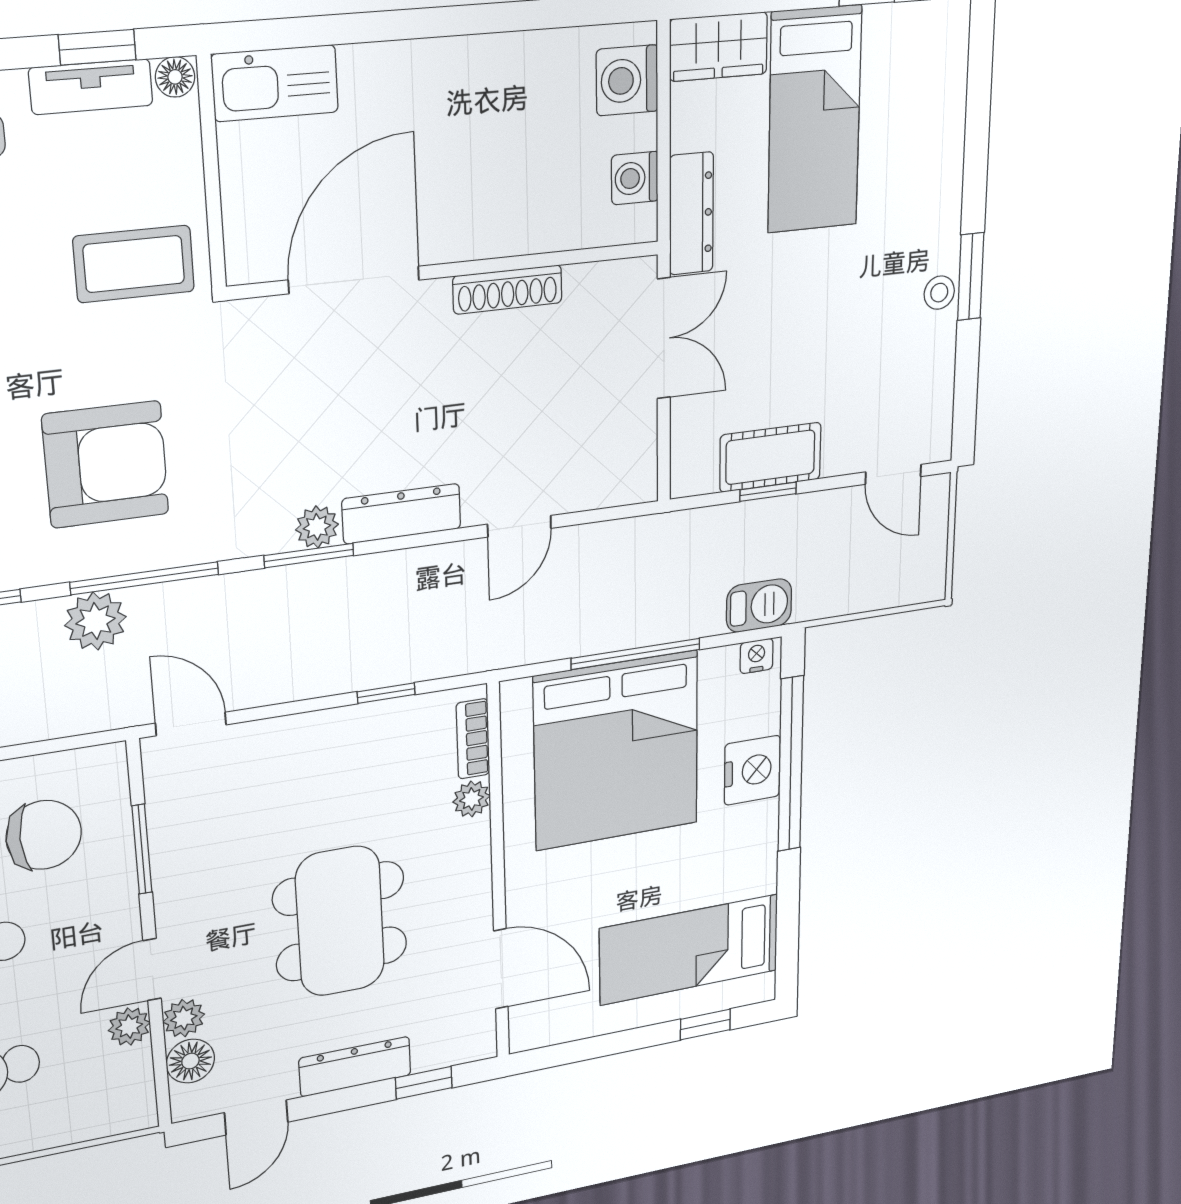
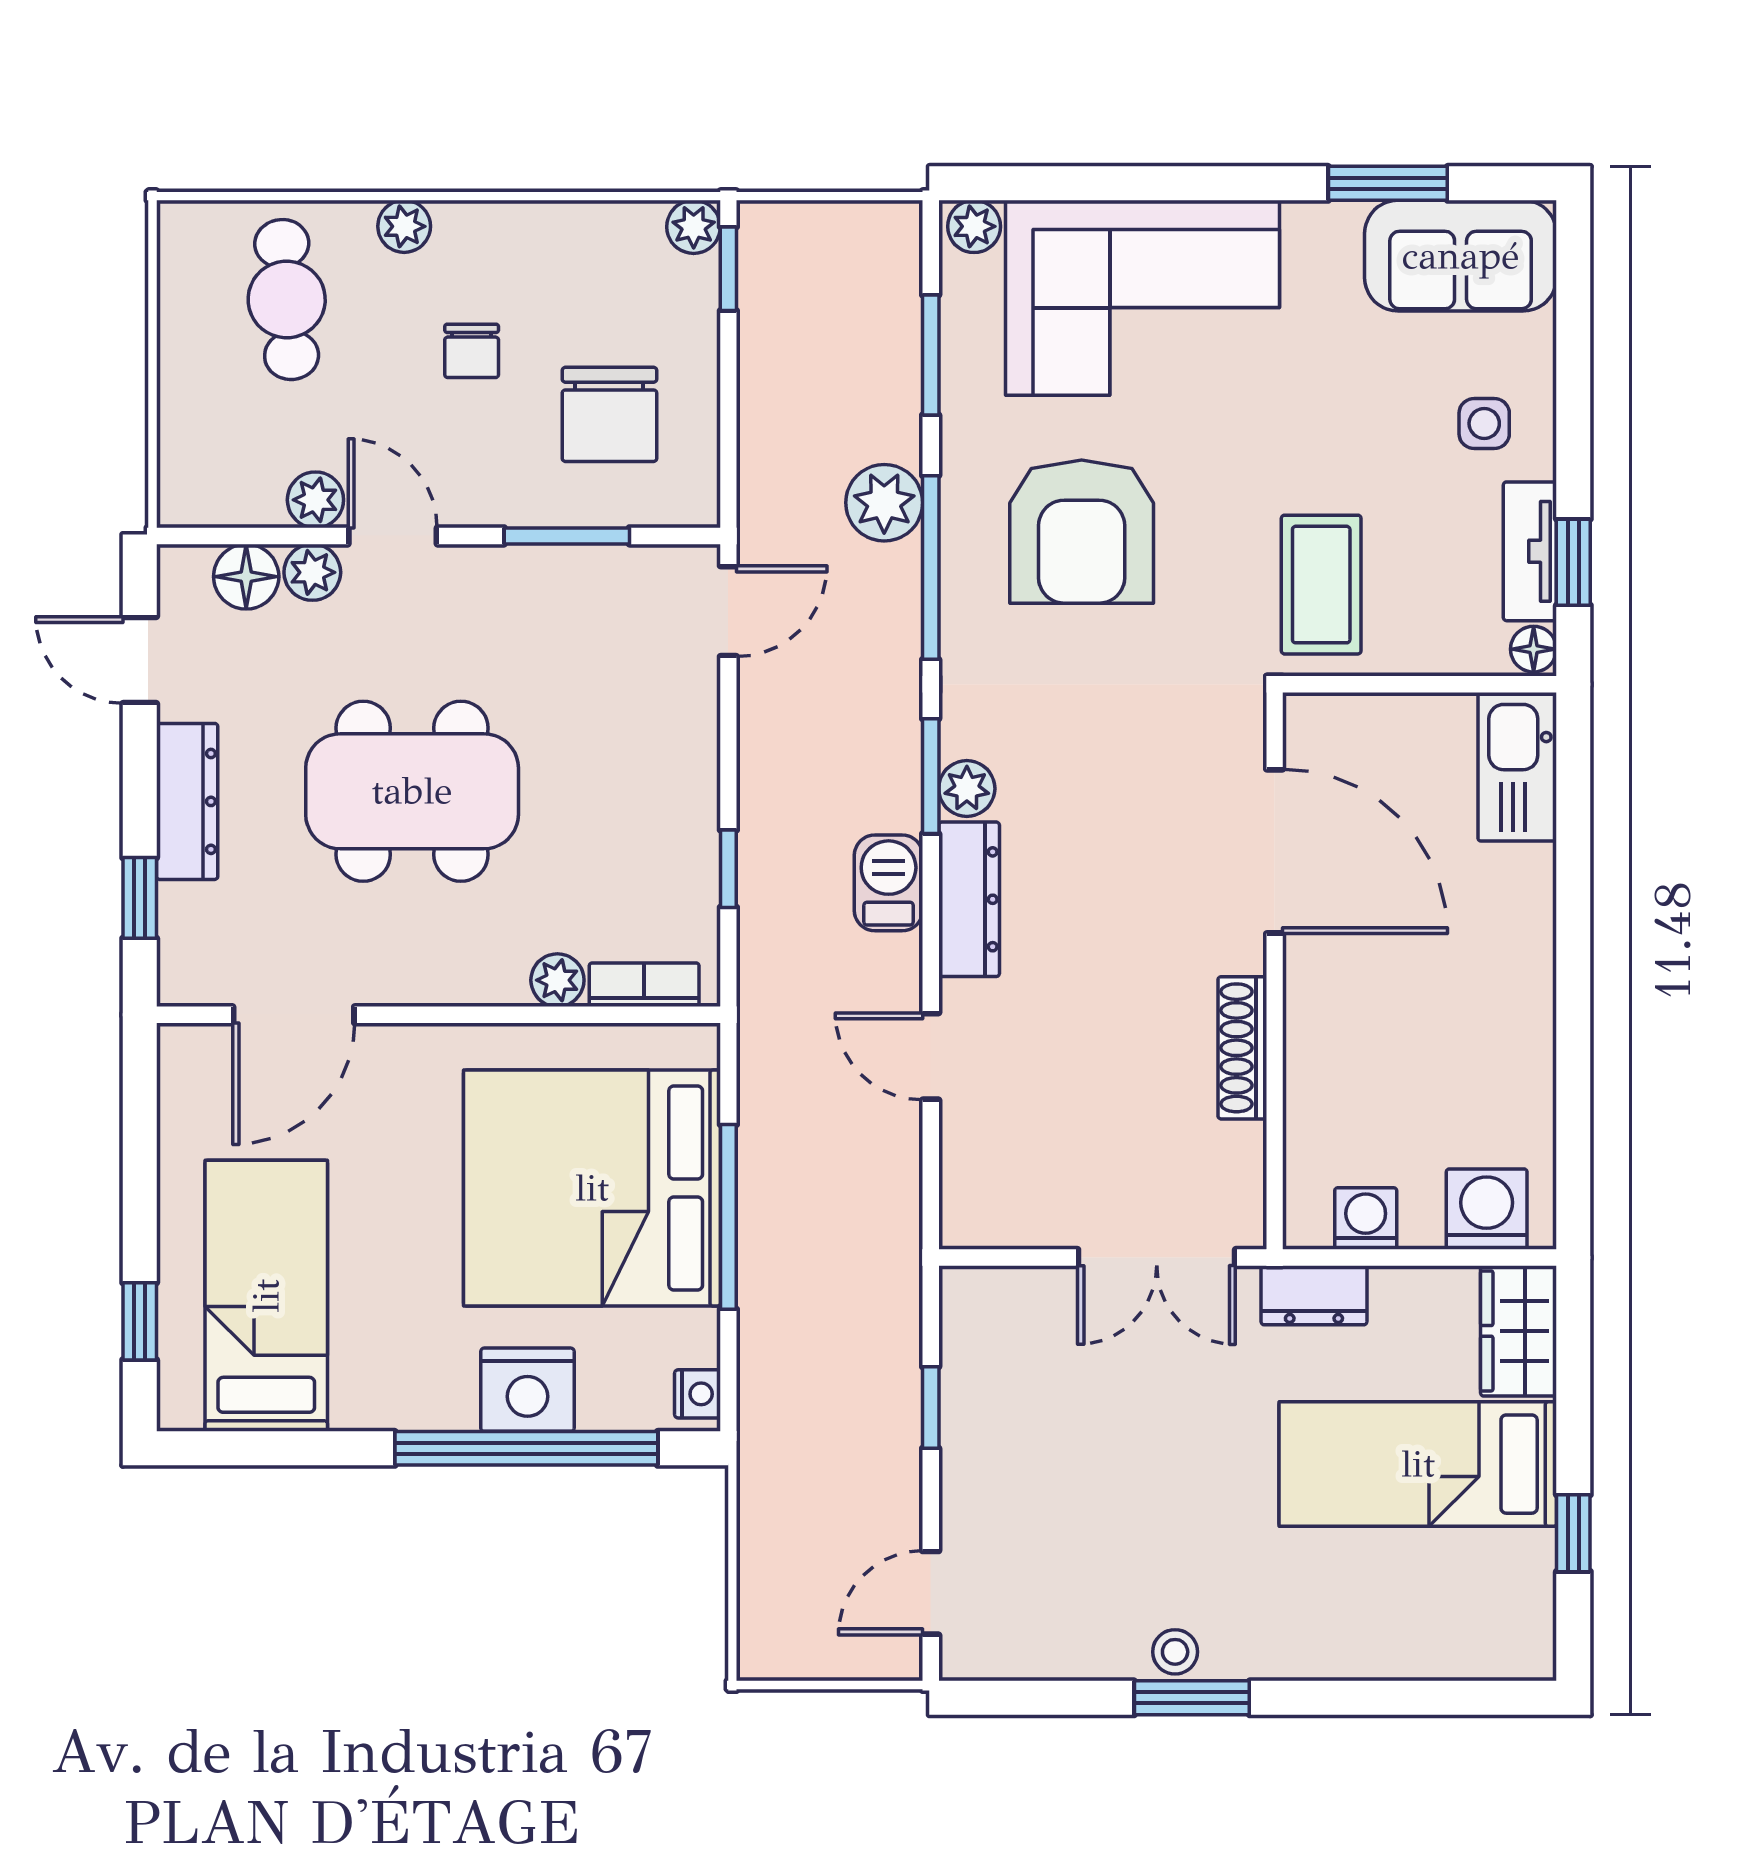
dresser: (691, 214) -> (1314, 1295), width x0.70
cot: (770, 457) -> (978, 1410), removed
barbecue: (759, 606) -> (889, 883), moved, turned 180

